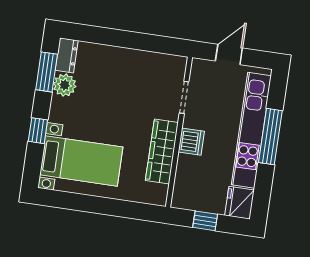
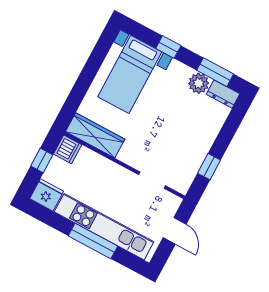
window: (148, 43) -> (209, 167), added
dishwasher: (191, 142) -> (68, 149), moved, turned -90
wardrobe: (162, 152) -> (95, 135), moved

